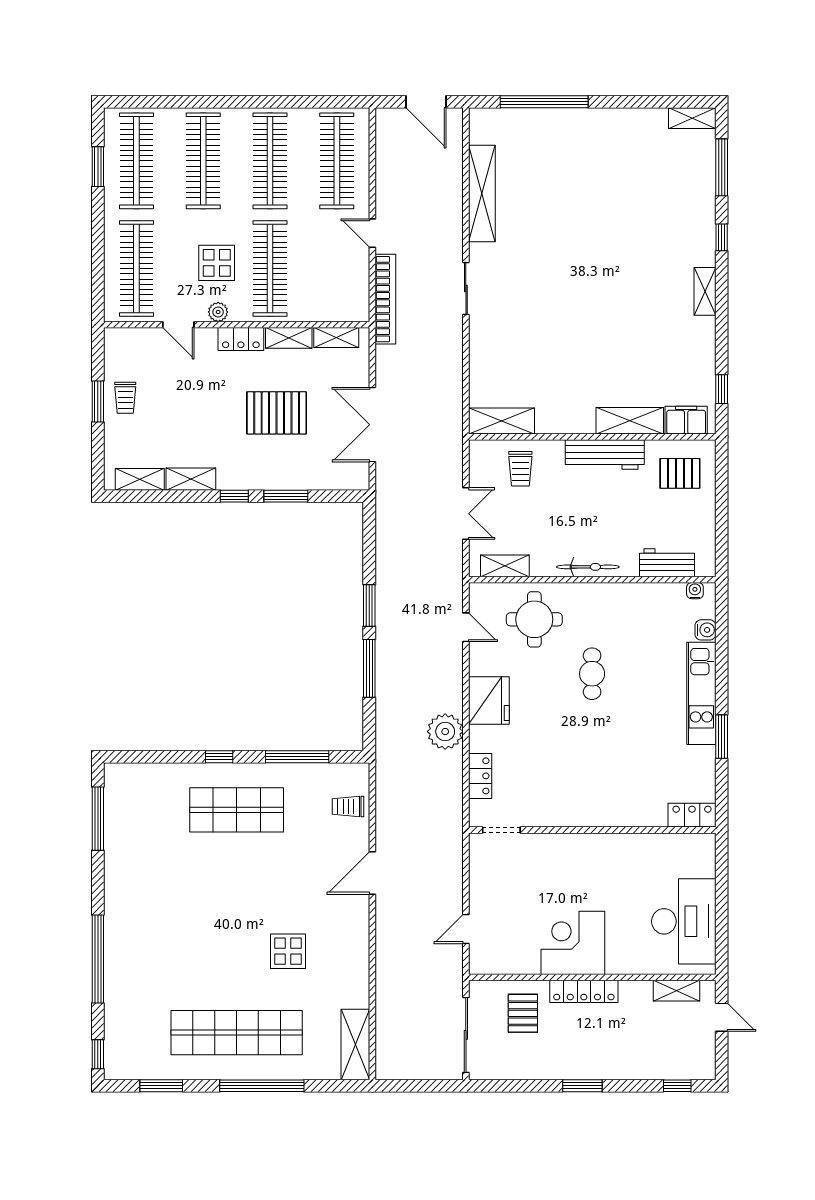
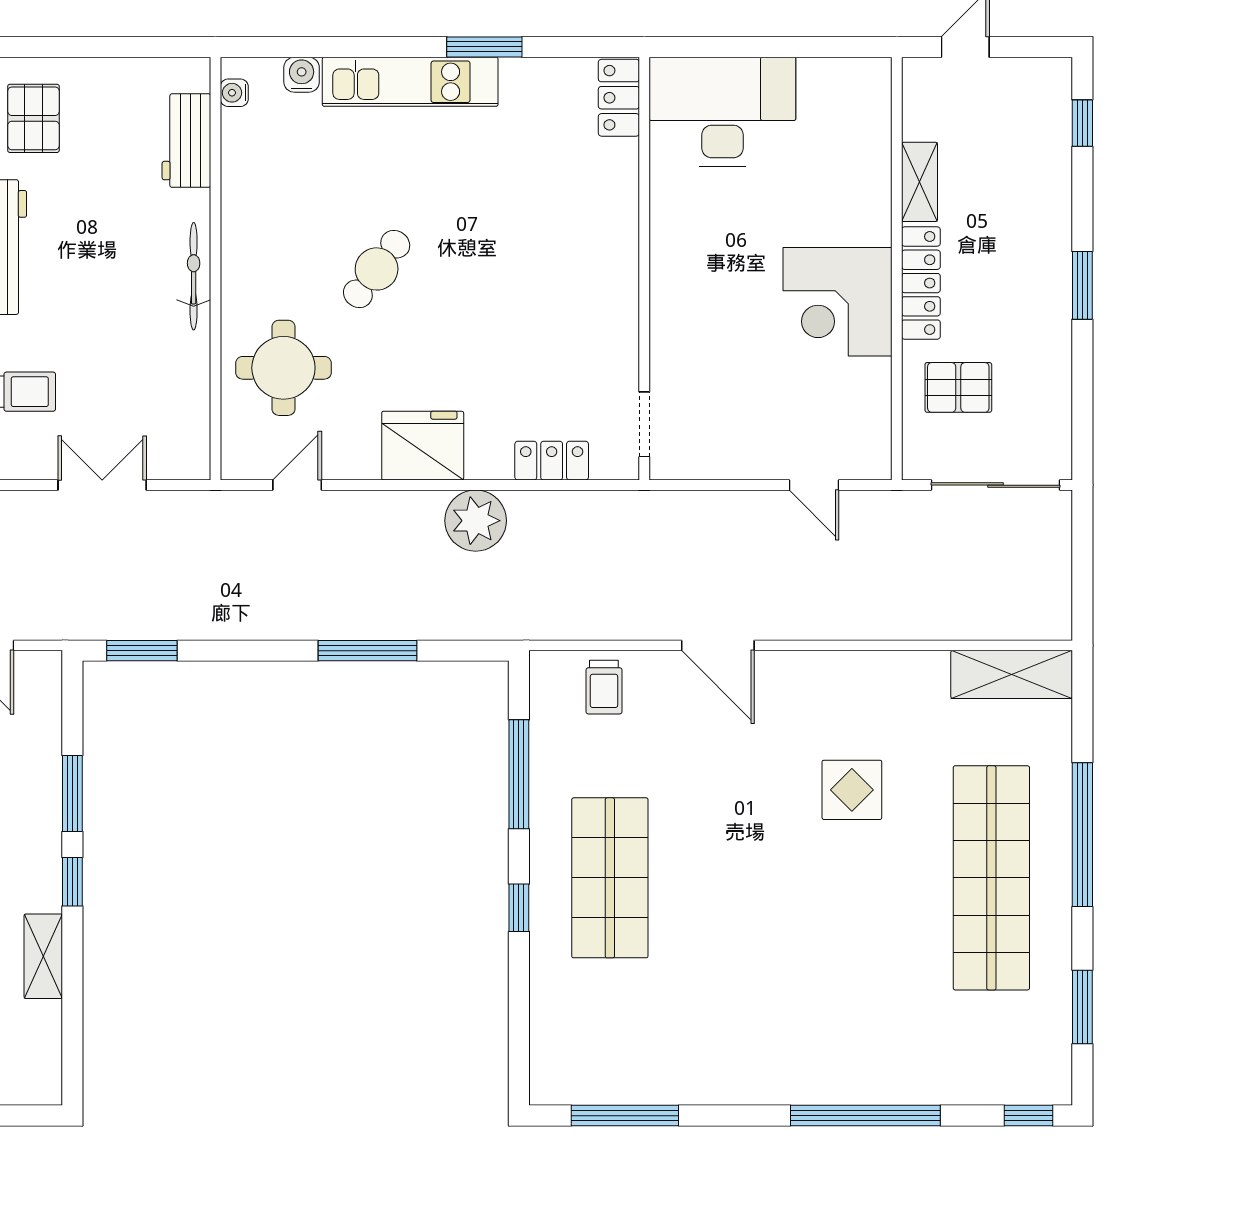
shelving: (140, 479) -> (44, 1044), removed
shelving: (505, 566) -> (192, 418), removed
window: (369, 606) -> (142, 651), moved
cafe table: (592, 674) -> (377, 269), turned -53
desk: (684, 921) -> (723, 112), moved
shelving: (677, 991) -> (919, 182), moved

